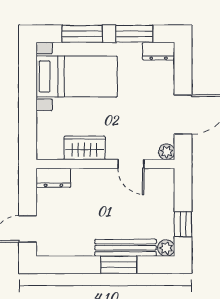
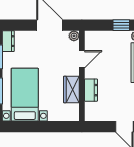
dresser: (53, 178) -> (91, 90), moved

